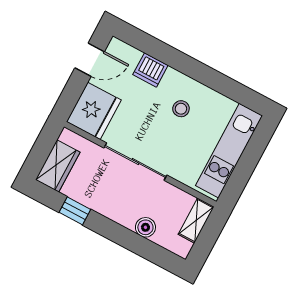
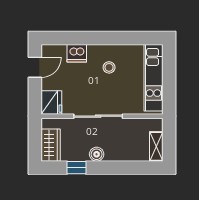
fridge: (94, 111) -> (51, 102), width x0.73, depth x0.75
shelving: (196, 221) -> (156, 146), moved
boiler: (145, 227) -> (97, 154), moved

